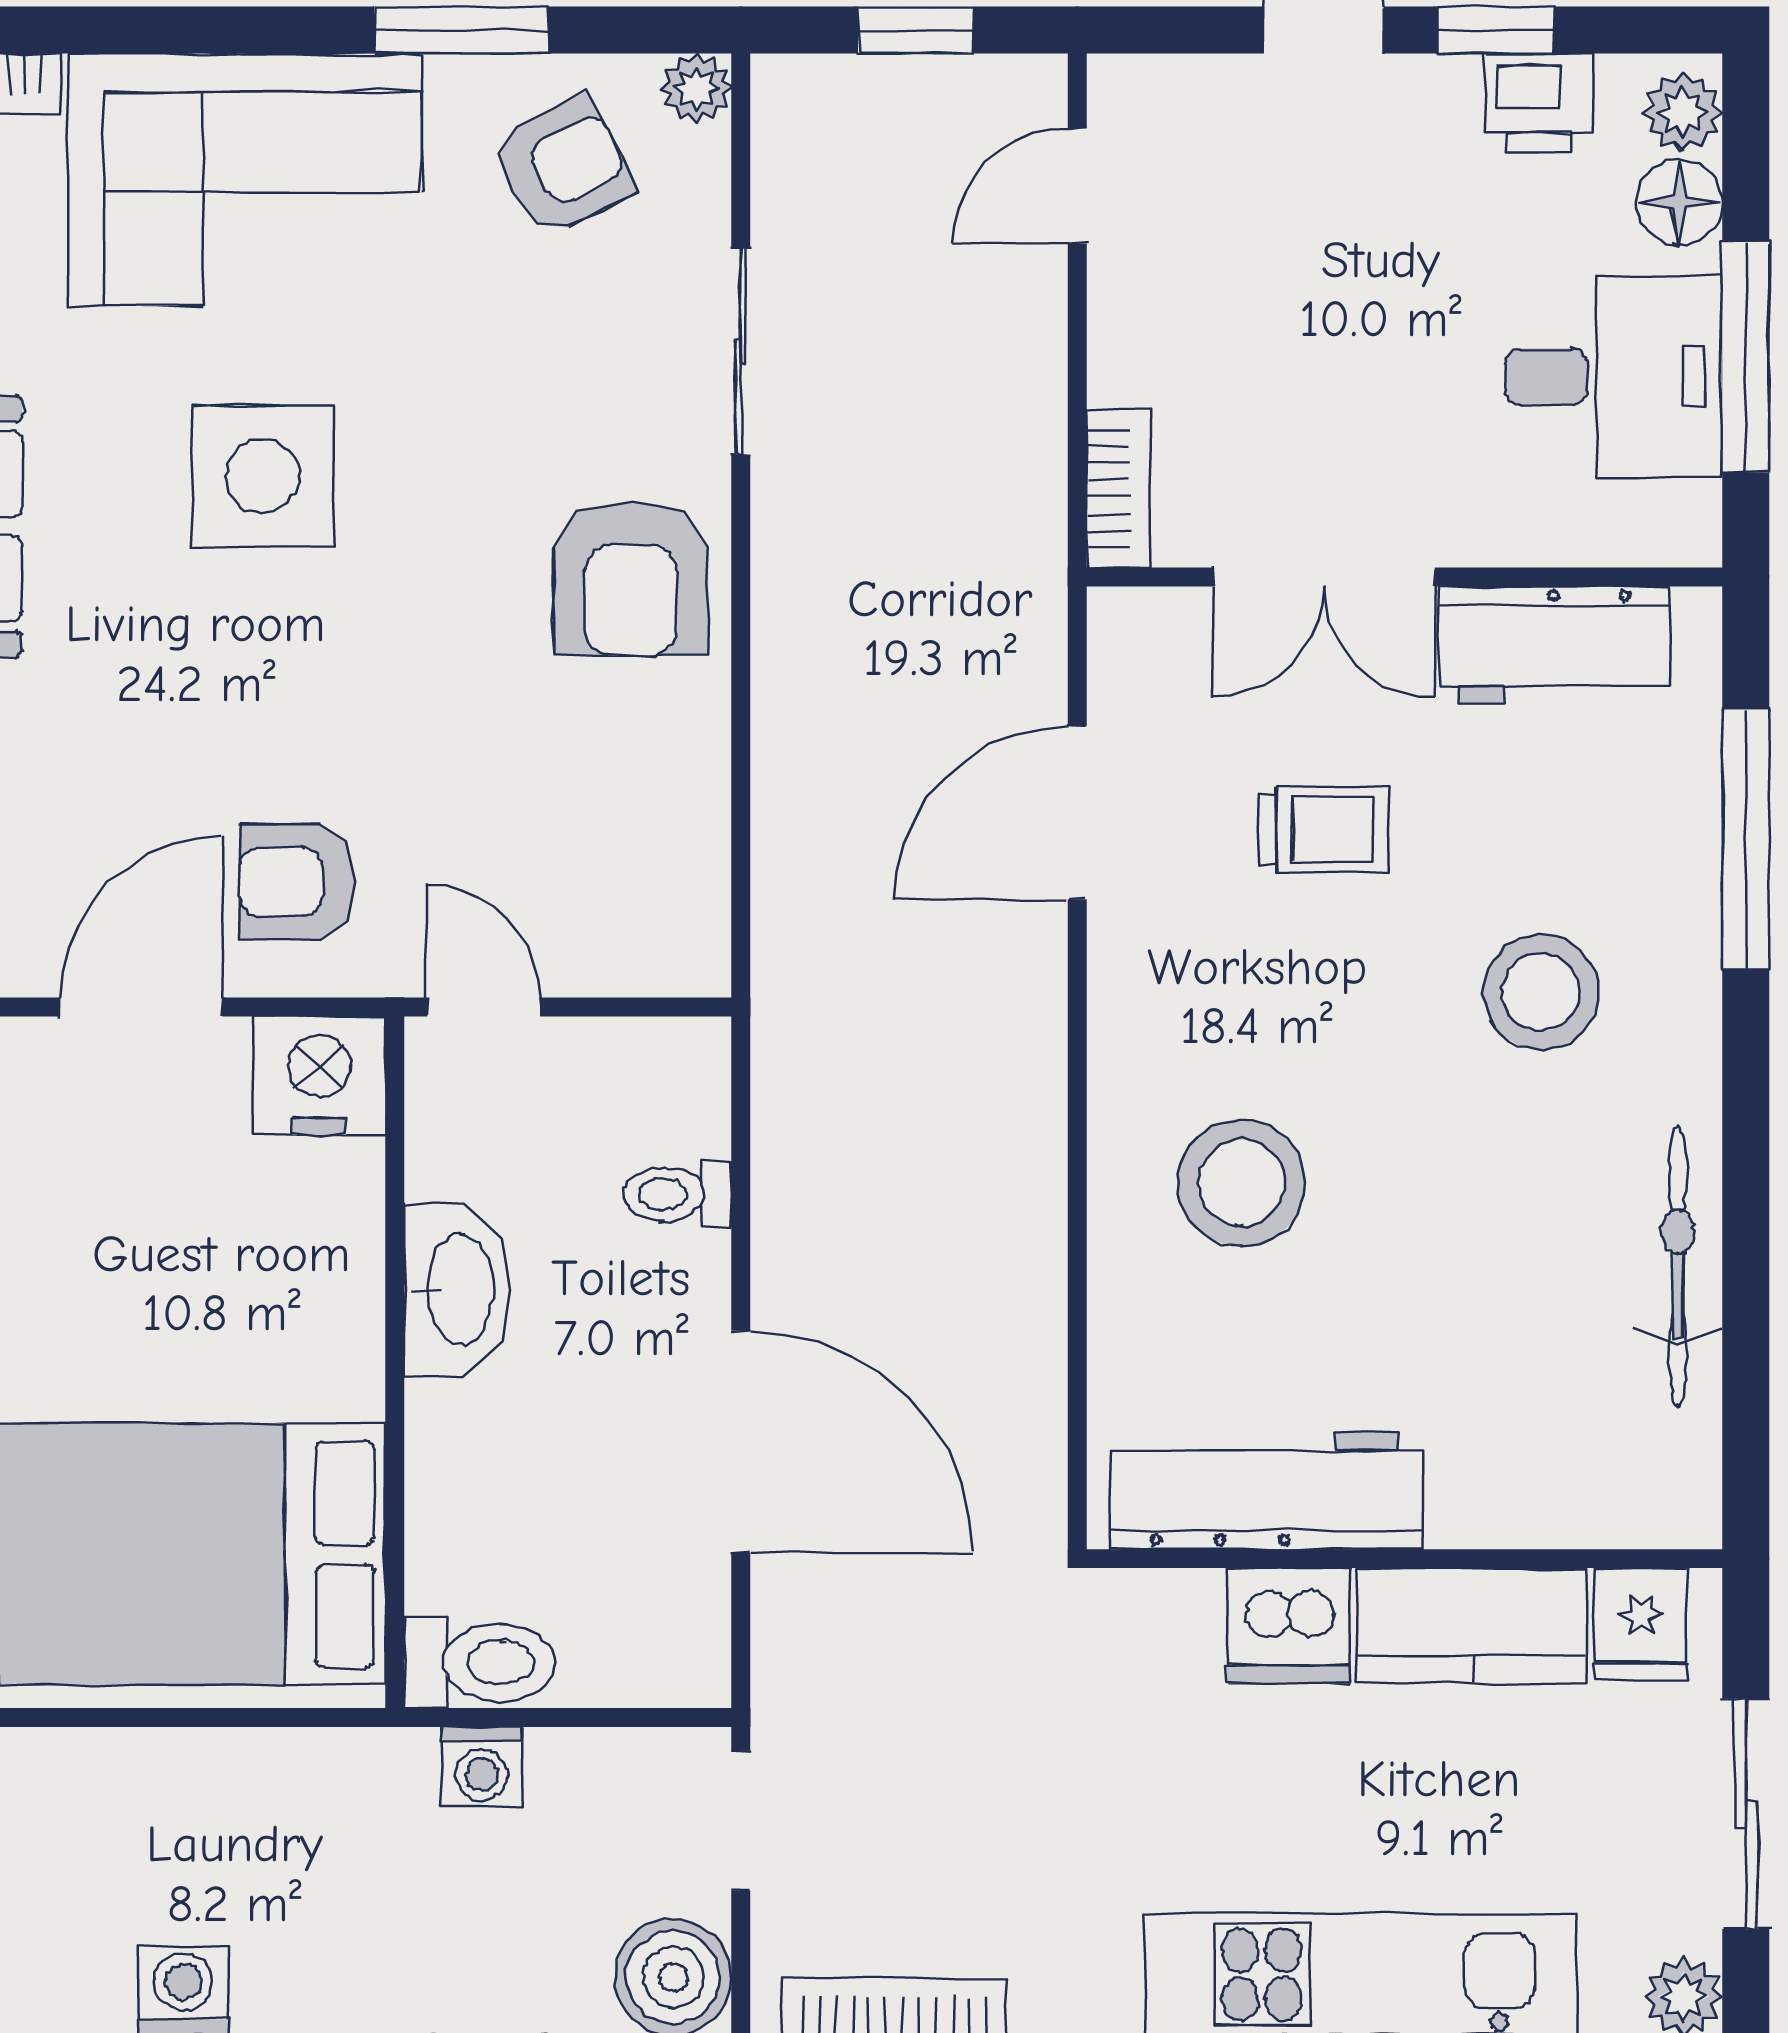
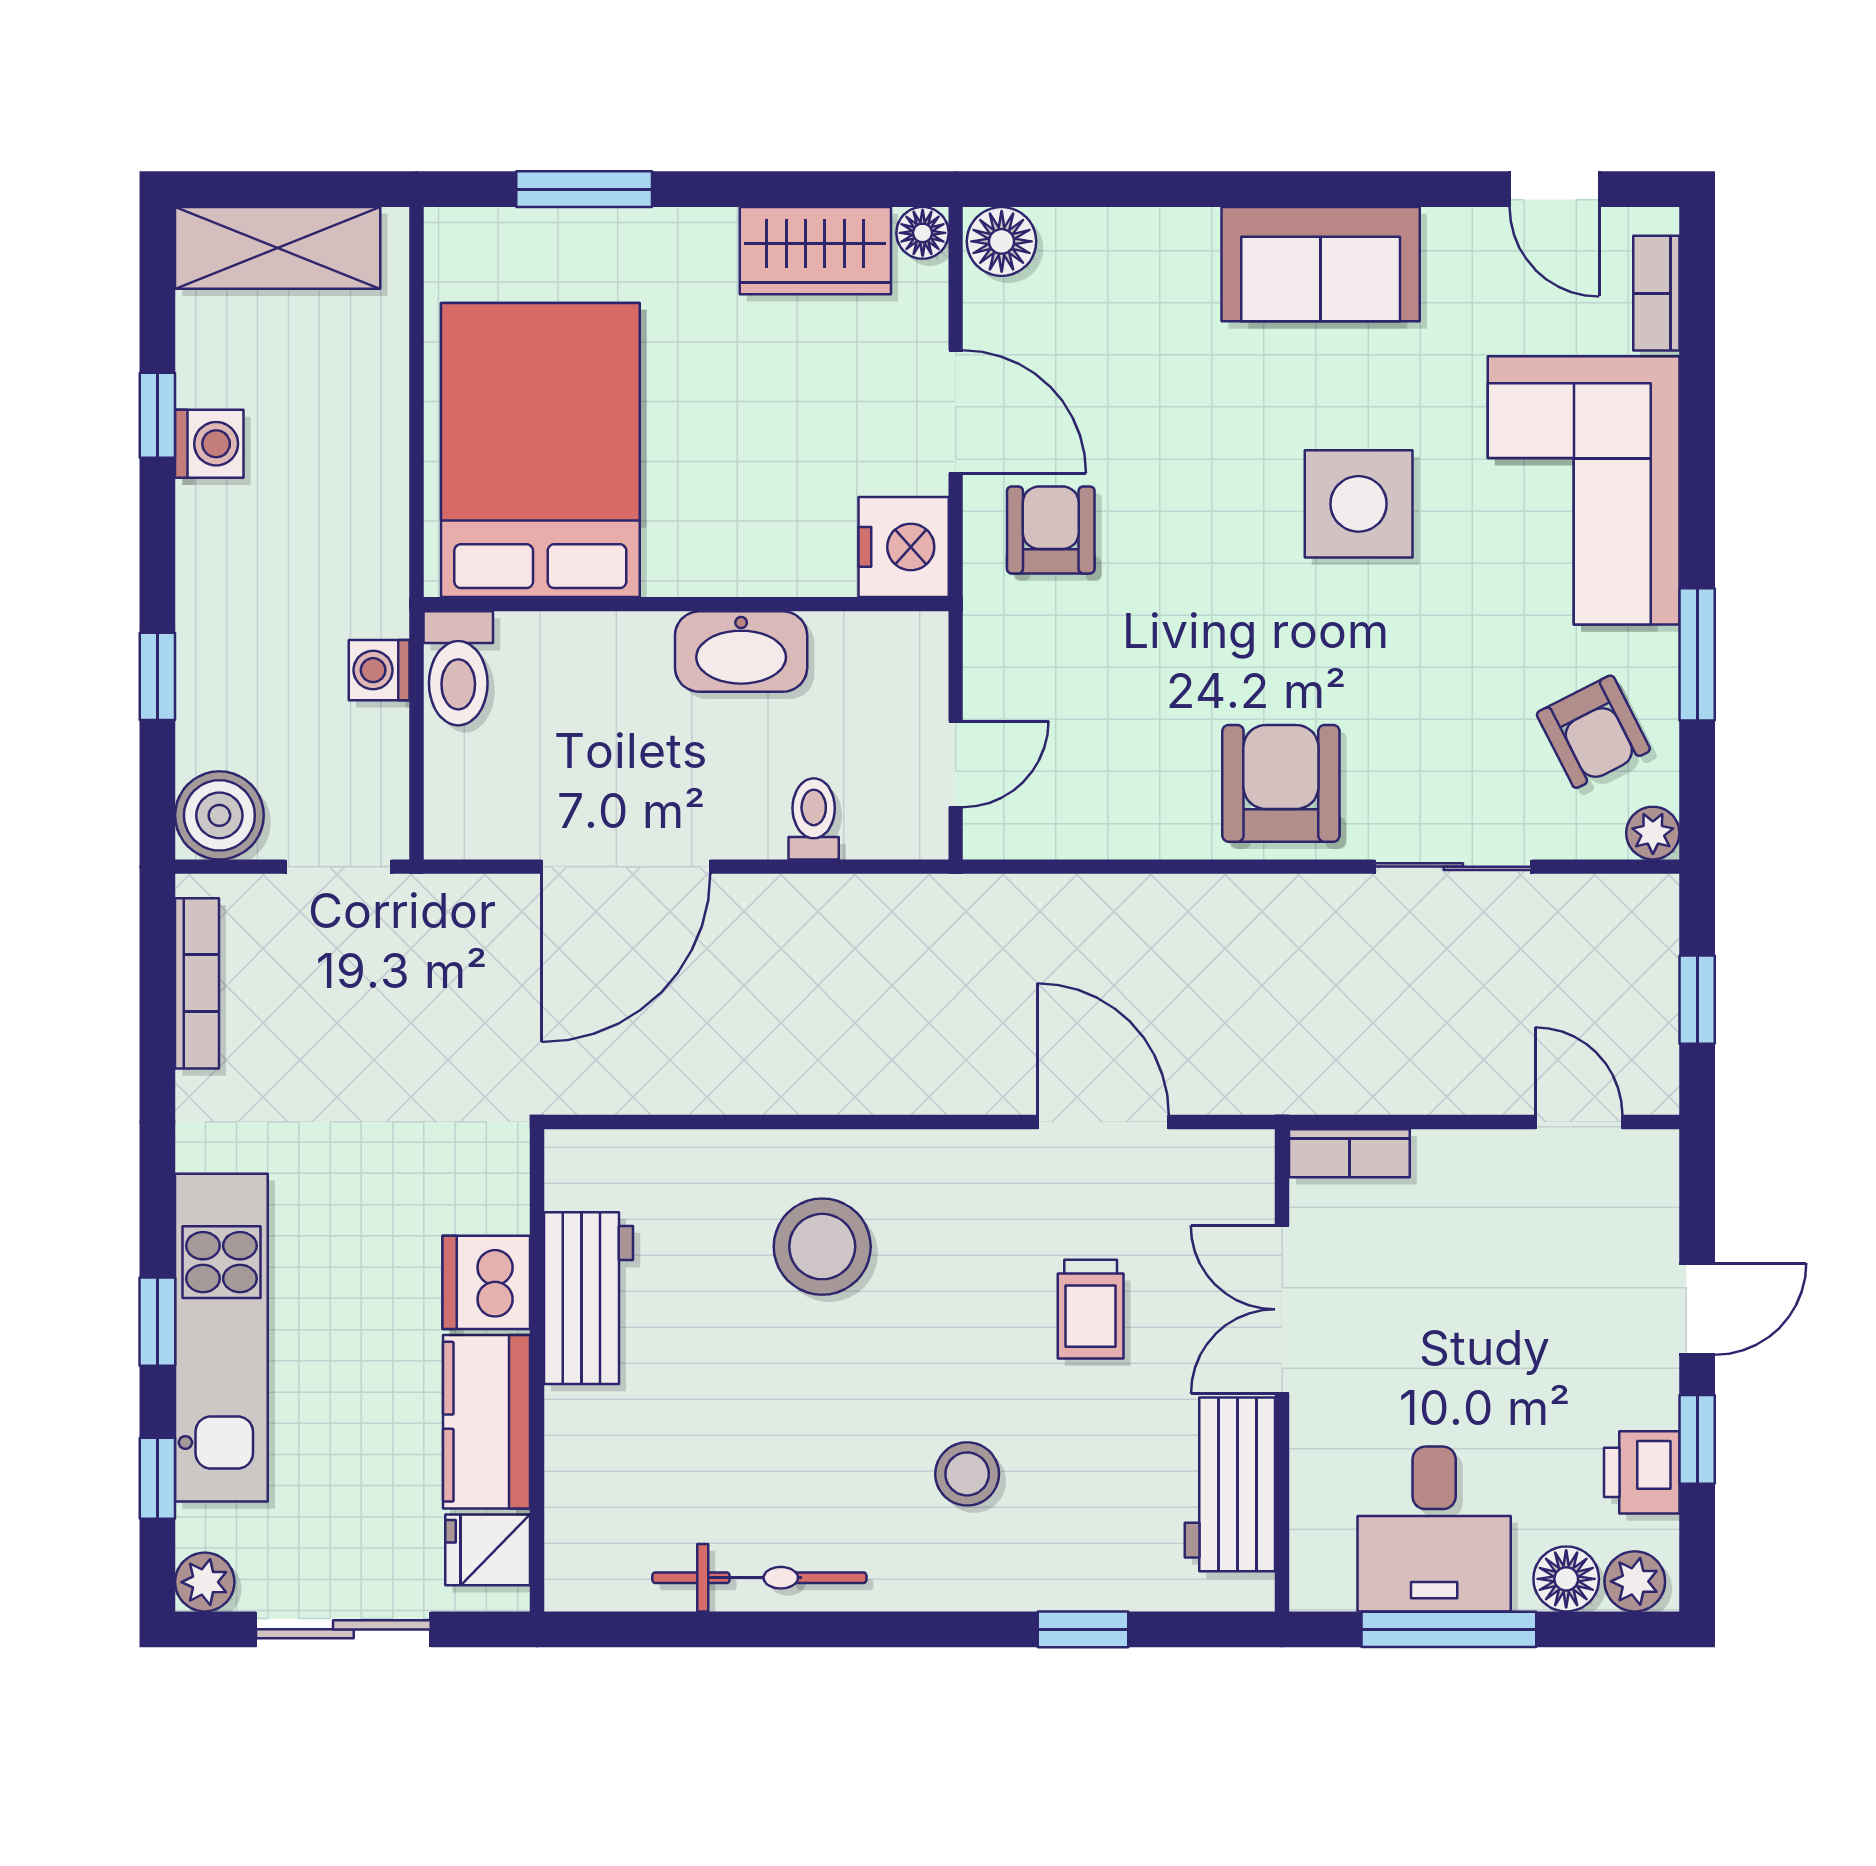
armchair: (631, 578) -> (1281, 783), turned 90
window: (1746, 839) -> (1083, 1629), width x0.46
stool: (1541, 992) -> (967, 1474), width x0.73, depth x0.73
door: (484, 1007) -> (956, 764), moved
workbench: (1267, 1491) -> (589, 1298), width x0.73

